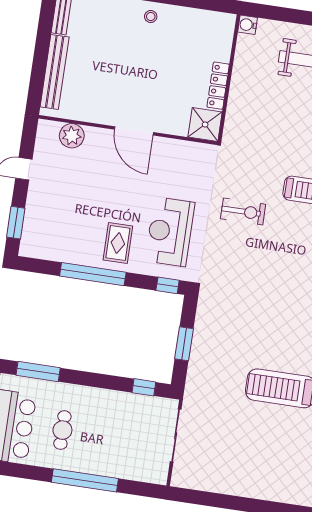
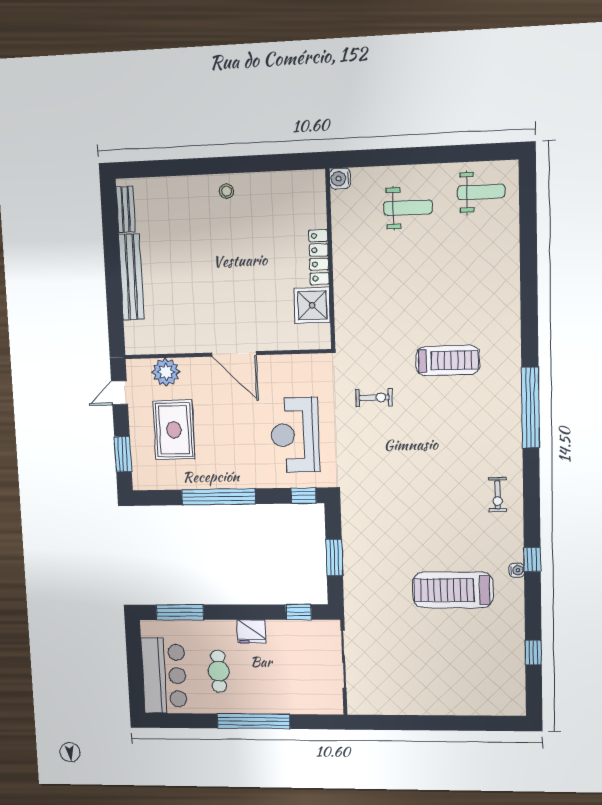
wall: (128, 130) -> (227, 354), moved
door: (134, 131) -> (234, 354), moved
plant: (72, 136) -> (166, 372), moved
exercise bike: (243, 211) -> (374, 398), width x0.73, depth x0.72
rug: (118, 243) -> (174, 430), moved, width x1.36, depth x1.43
fridge: (99, 398) -> (251, 631), added

